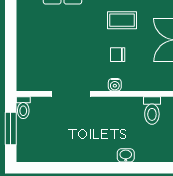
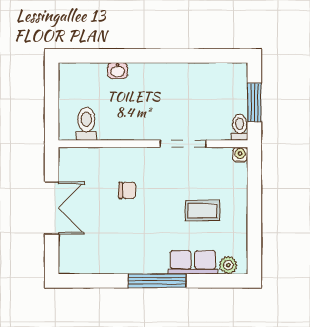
coffee table: (122, 20) -> (203, 211), moved
water cooler: (115, 85) -> (240, 155), moved

